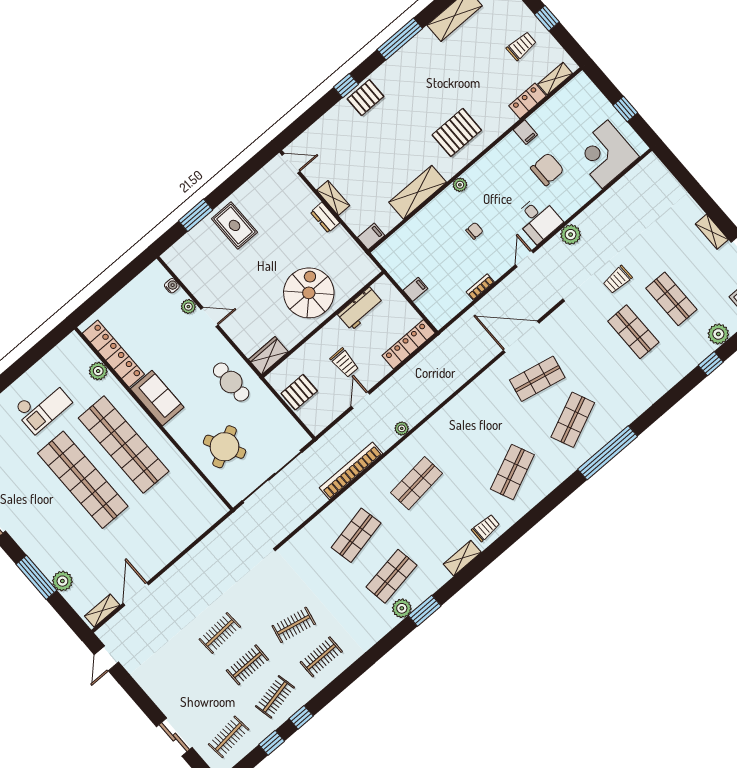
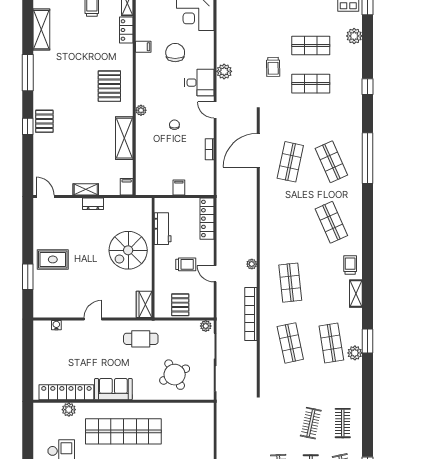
door: (291, 163) -> (45, 196), hinge flipped
spiral stairs: (309, 293) -> (128, 250), turned -90
plant: (188, 307) -> (206, 326), moved
window: (711, 364) -> (367, 87), moved

